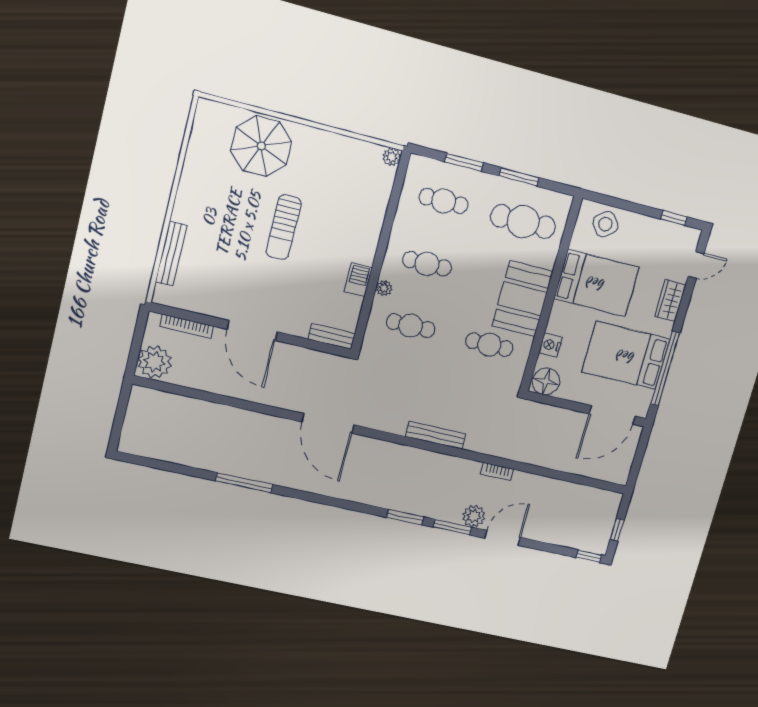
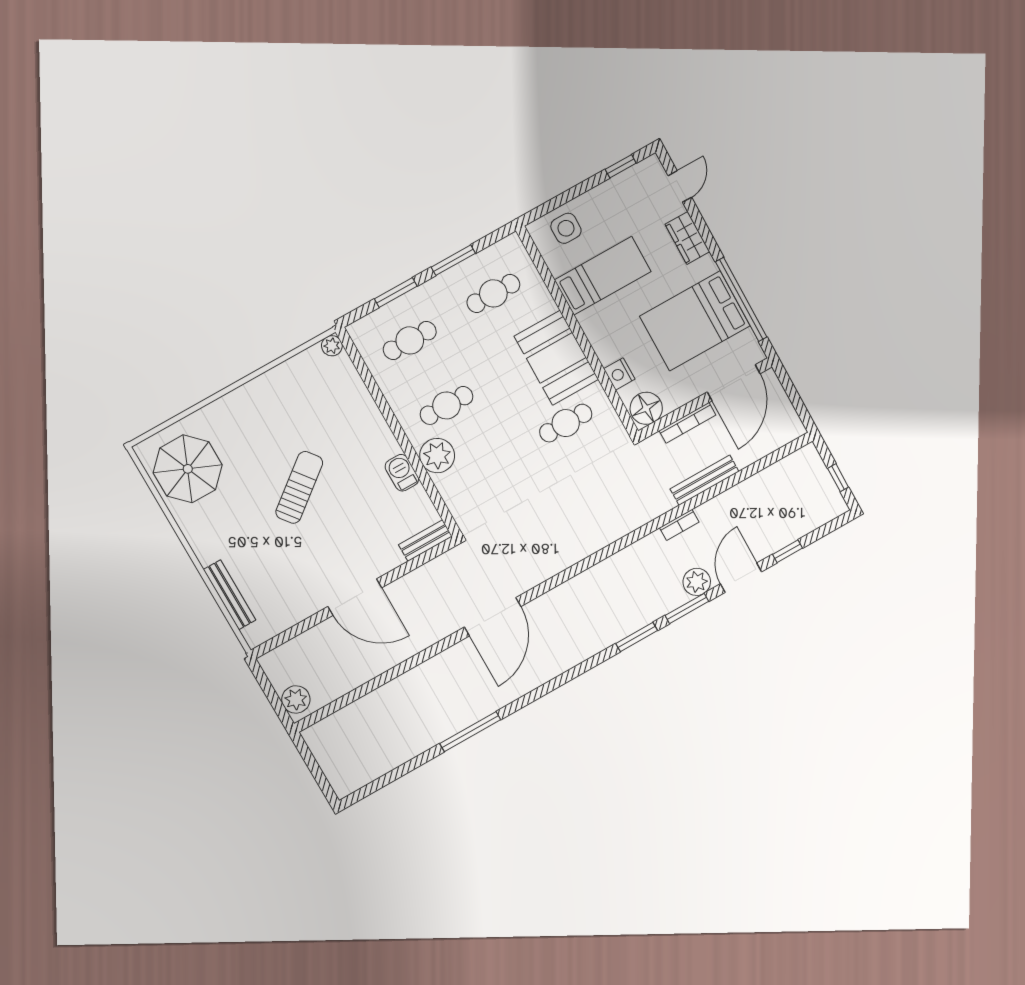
parasol: (261, 146) -> (188, 469), moved
cafe table: (523, 222) -> (493, 293), width x0.73, depth x0.74
side table: (605, 224) -> (566, 228), turned 37
sun lounger: (284, 227) -> (299, 487), turned -128
bed: (596, 283) -> (603, 276), width x0.67
plant: (384, 288) -> (437, 456), width x1.88, depth x1.88
bookcase: (187, 326) -> (687, 423), moved
cafe table: (411, 326) -> (483, 470), removed
plant: (155, 362) -> (296, 699), width x0.73, depth x0.73
door: (328, 423) -> (493, 617), hinge flipped
bench: (435, 435) -> (704, 480), moved
window: (589, 556) -> (788, 551), moved

